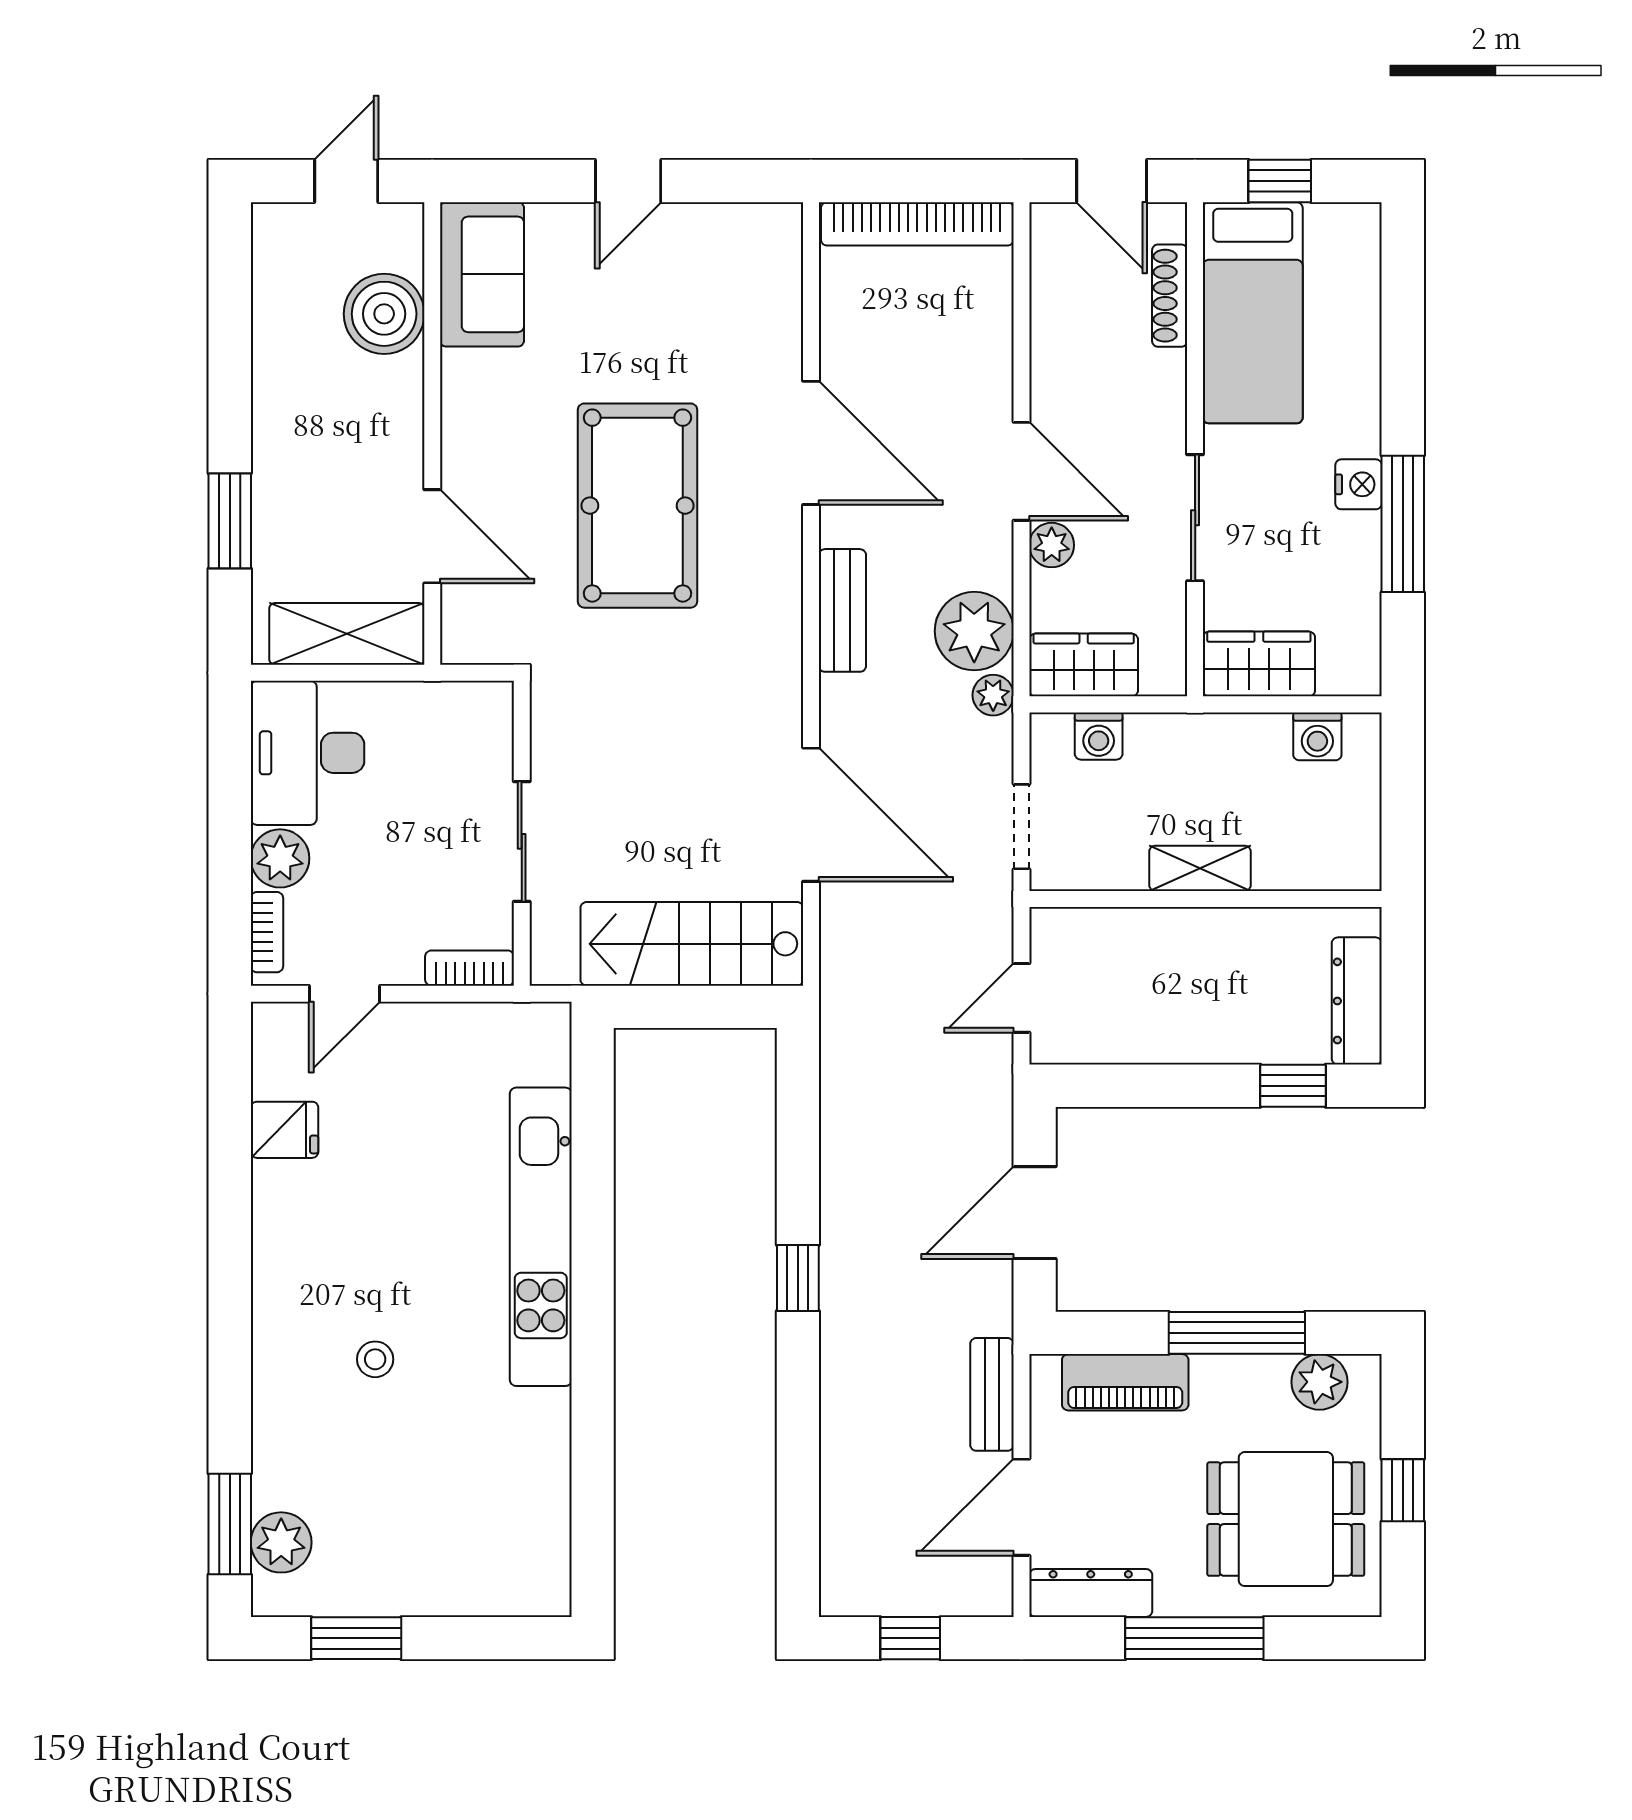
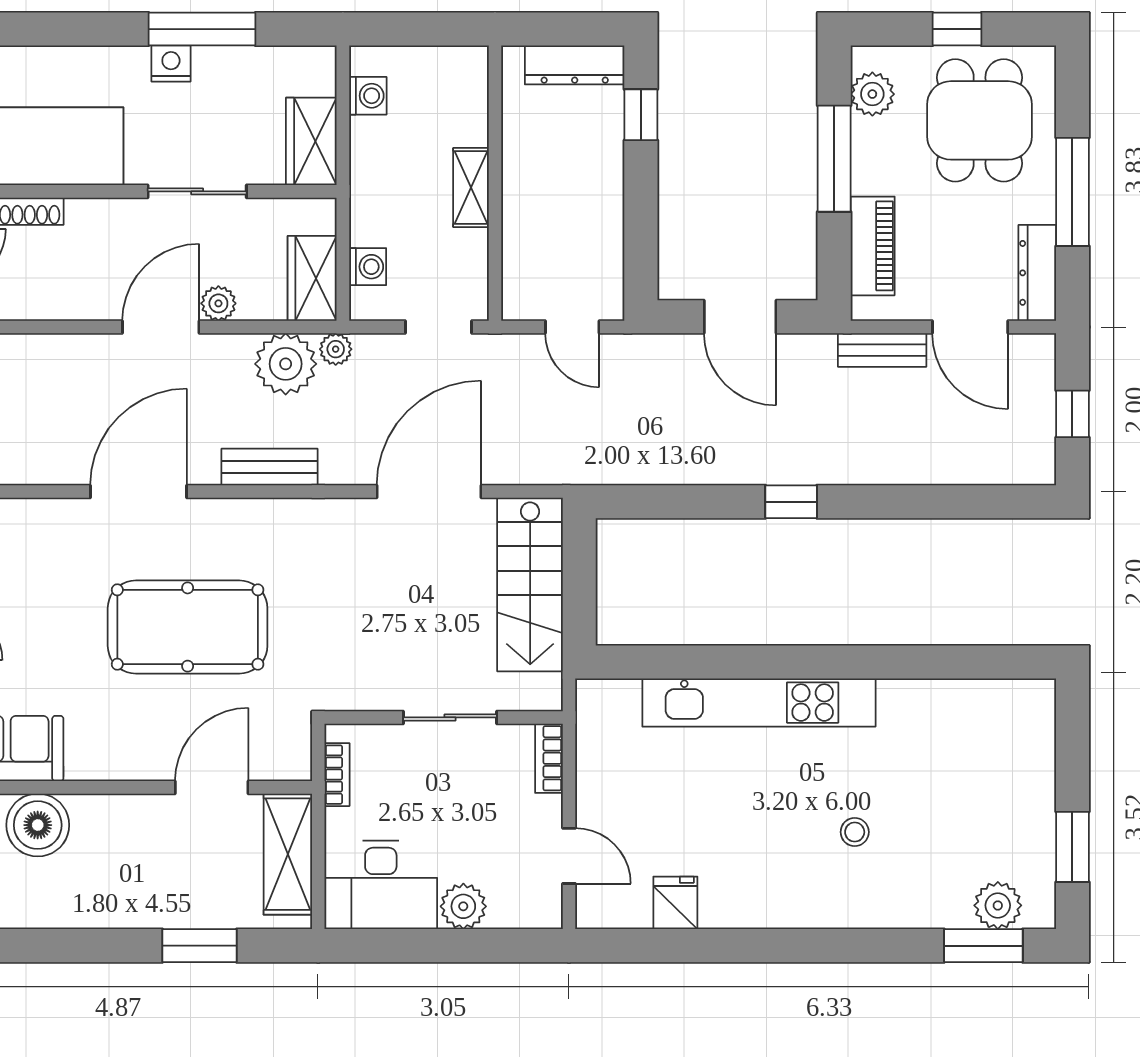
bookcase: (267, 932) -> (337, 775), moved, turned 90

